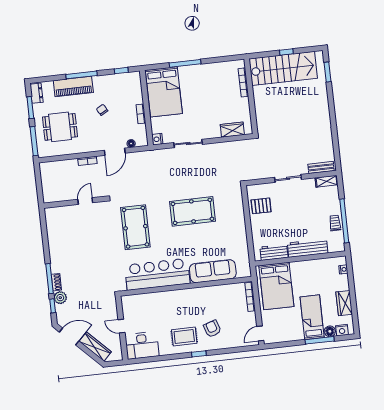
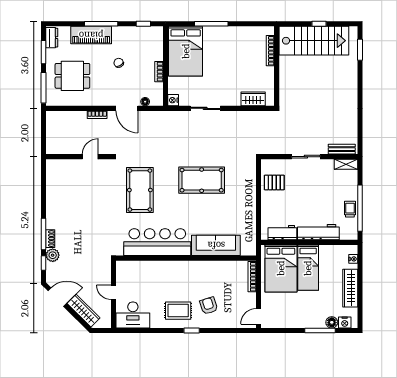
door: (115, 152) -> (127, 108), hinge flipped
wardrobe: (344, 303) -> (350, 288), width x1.50
bed: (312, 317) -> (308, 268), moved, turned 180

